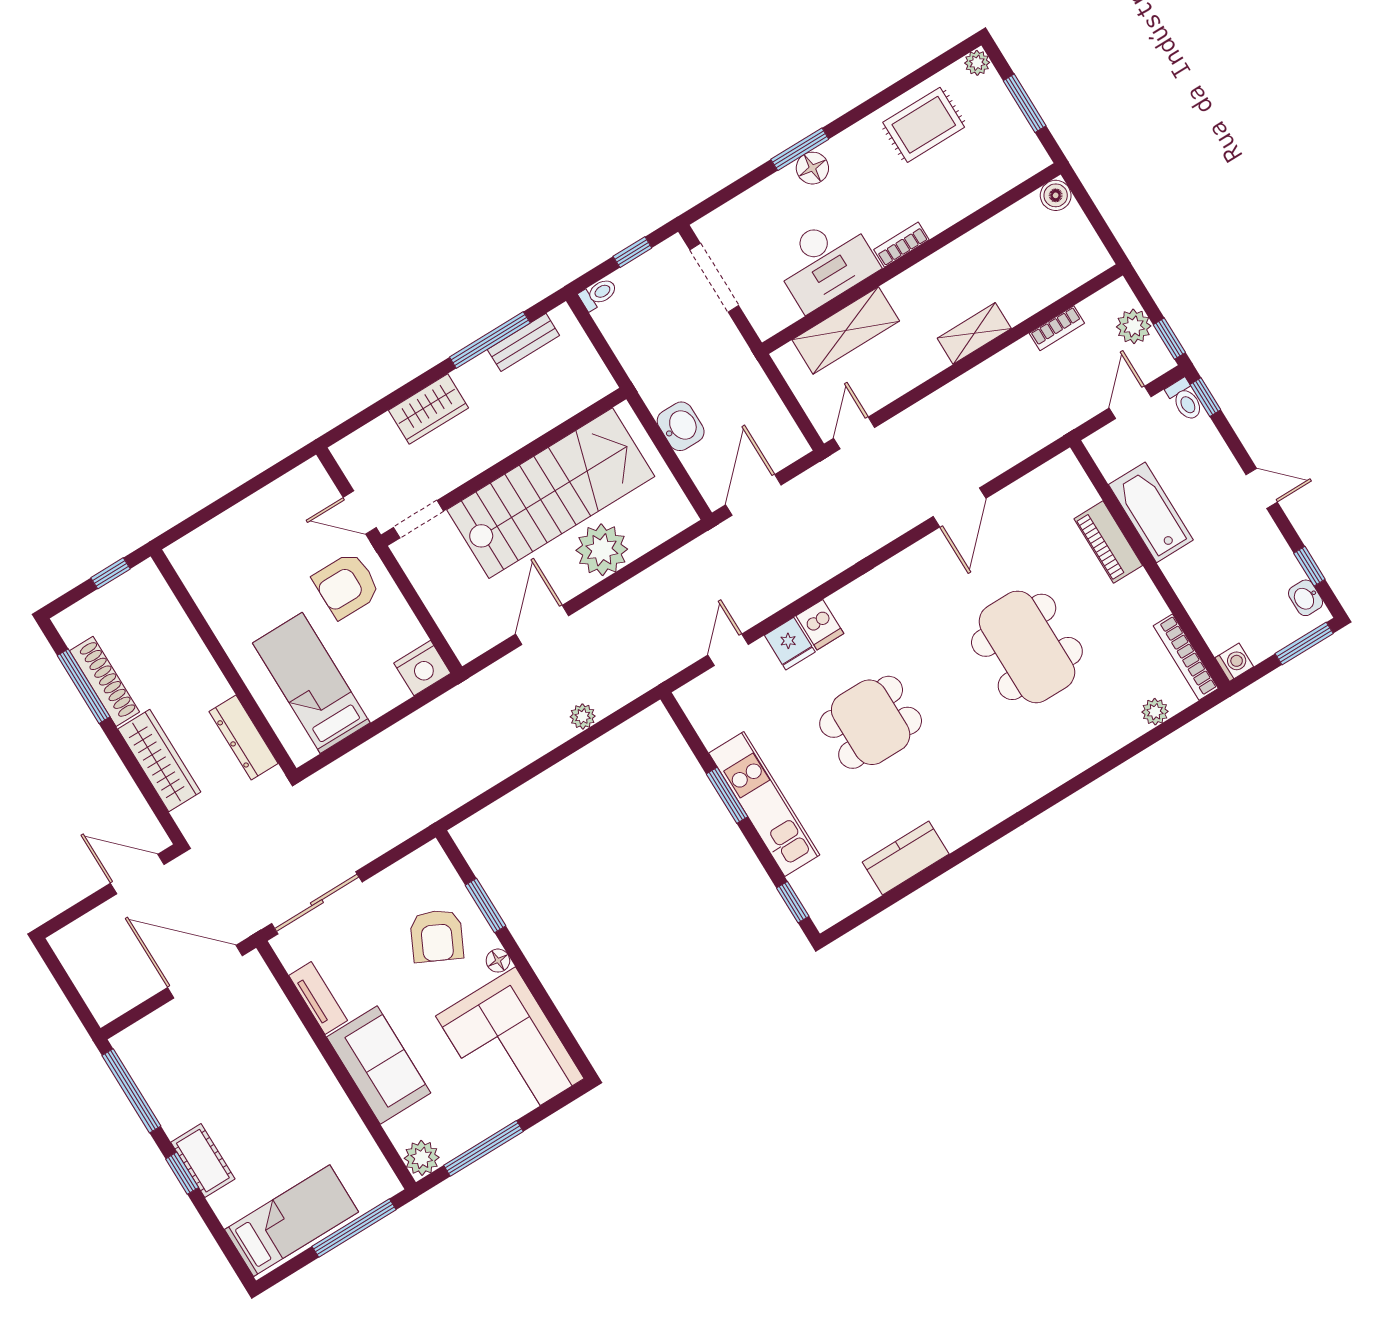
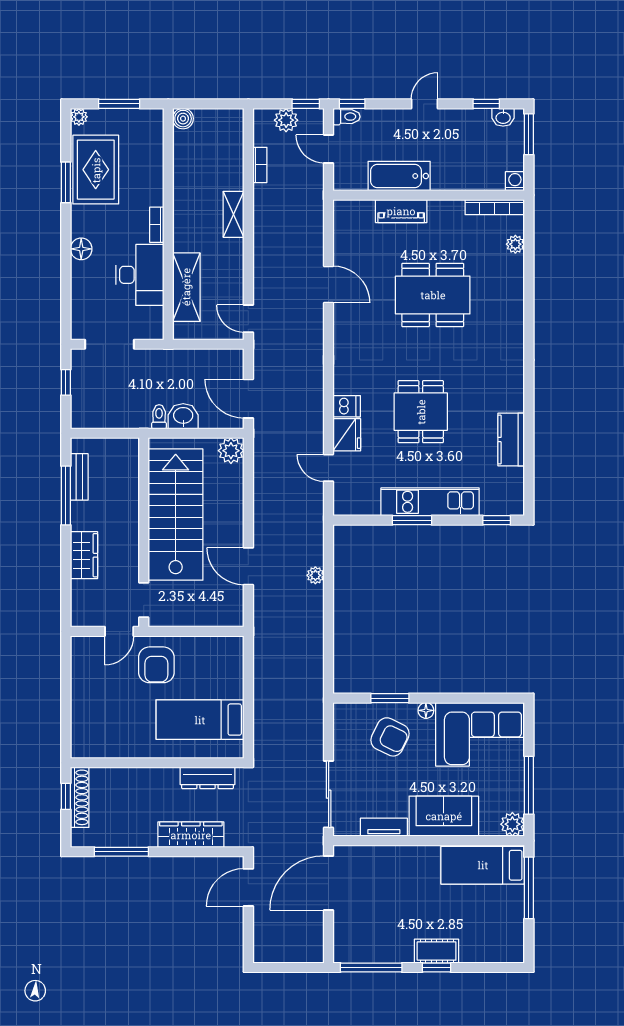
rug: (924, 125) -> (96, 170), width x1.36, depth x1.43
window: (800, 149) -> (66, 182), moved
toilet: (598, 294) -> (159, 417), moved
plant: (602, 550) -> (231, 451), moved, width x0.73, depth x0.73
fridge: (790, 644) -> (347, 435), width x1.38
nightstand: (422, 668) -> (231, 650), removed
shoe rack: (105, 681) -> (80, 797), moved, turned 90
bed: (292, 1221) -> (483, 865), moved, turned -90

